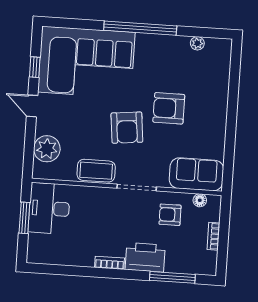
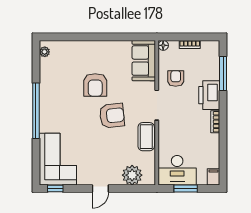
plant: (197, 43) -> (45, 52), moved
corner sofa: (86, 62) -> (58, 159), width x0.73, depth x0.74
window: (35, 67) -> (55, 188), moved
floor lamp: (200, 200) -> (163, 45), moved
armchair: (170, 215) -> (176, 78), turned 180
filing cabinet: (37, 256) -> (213, 177), added

